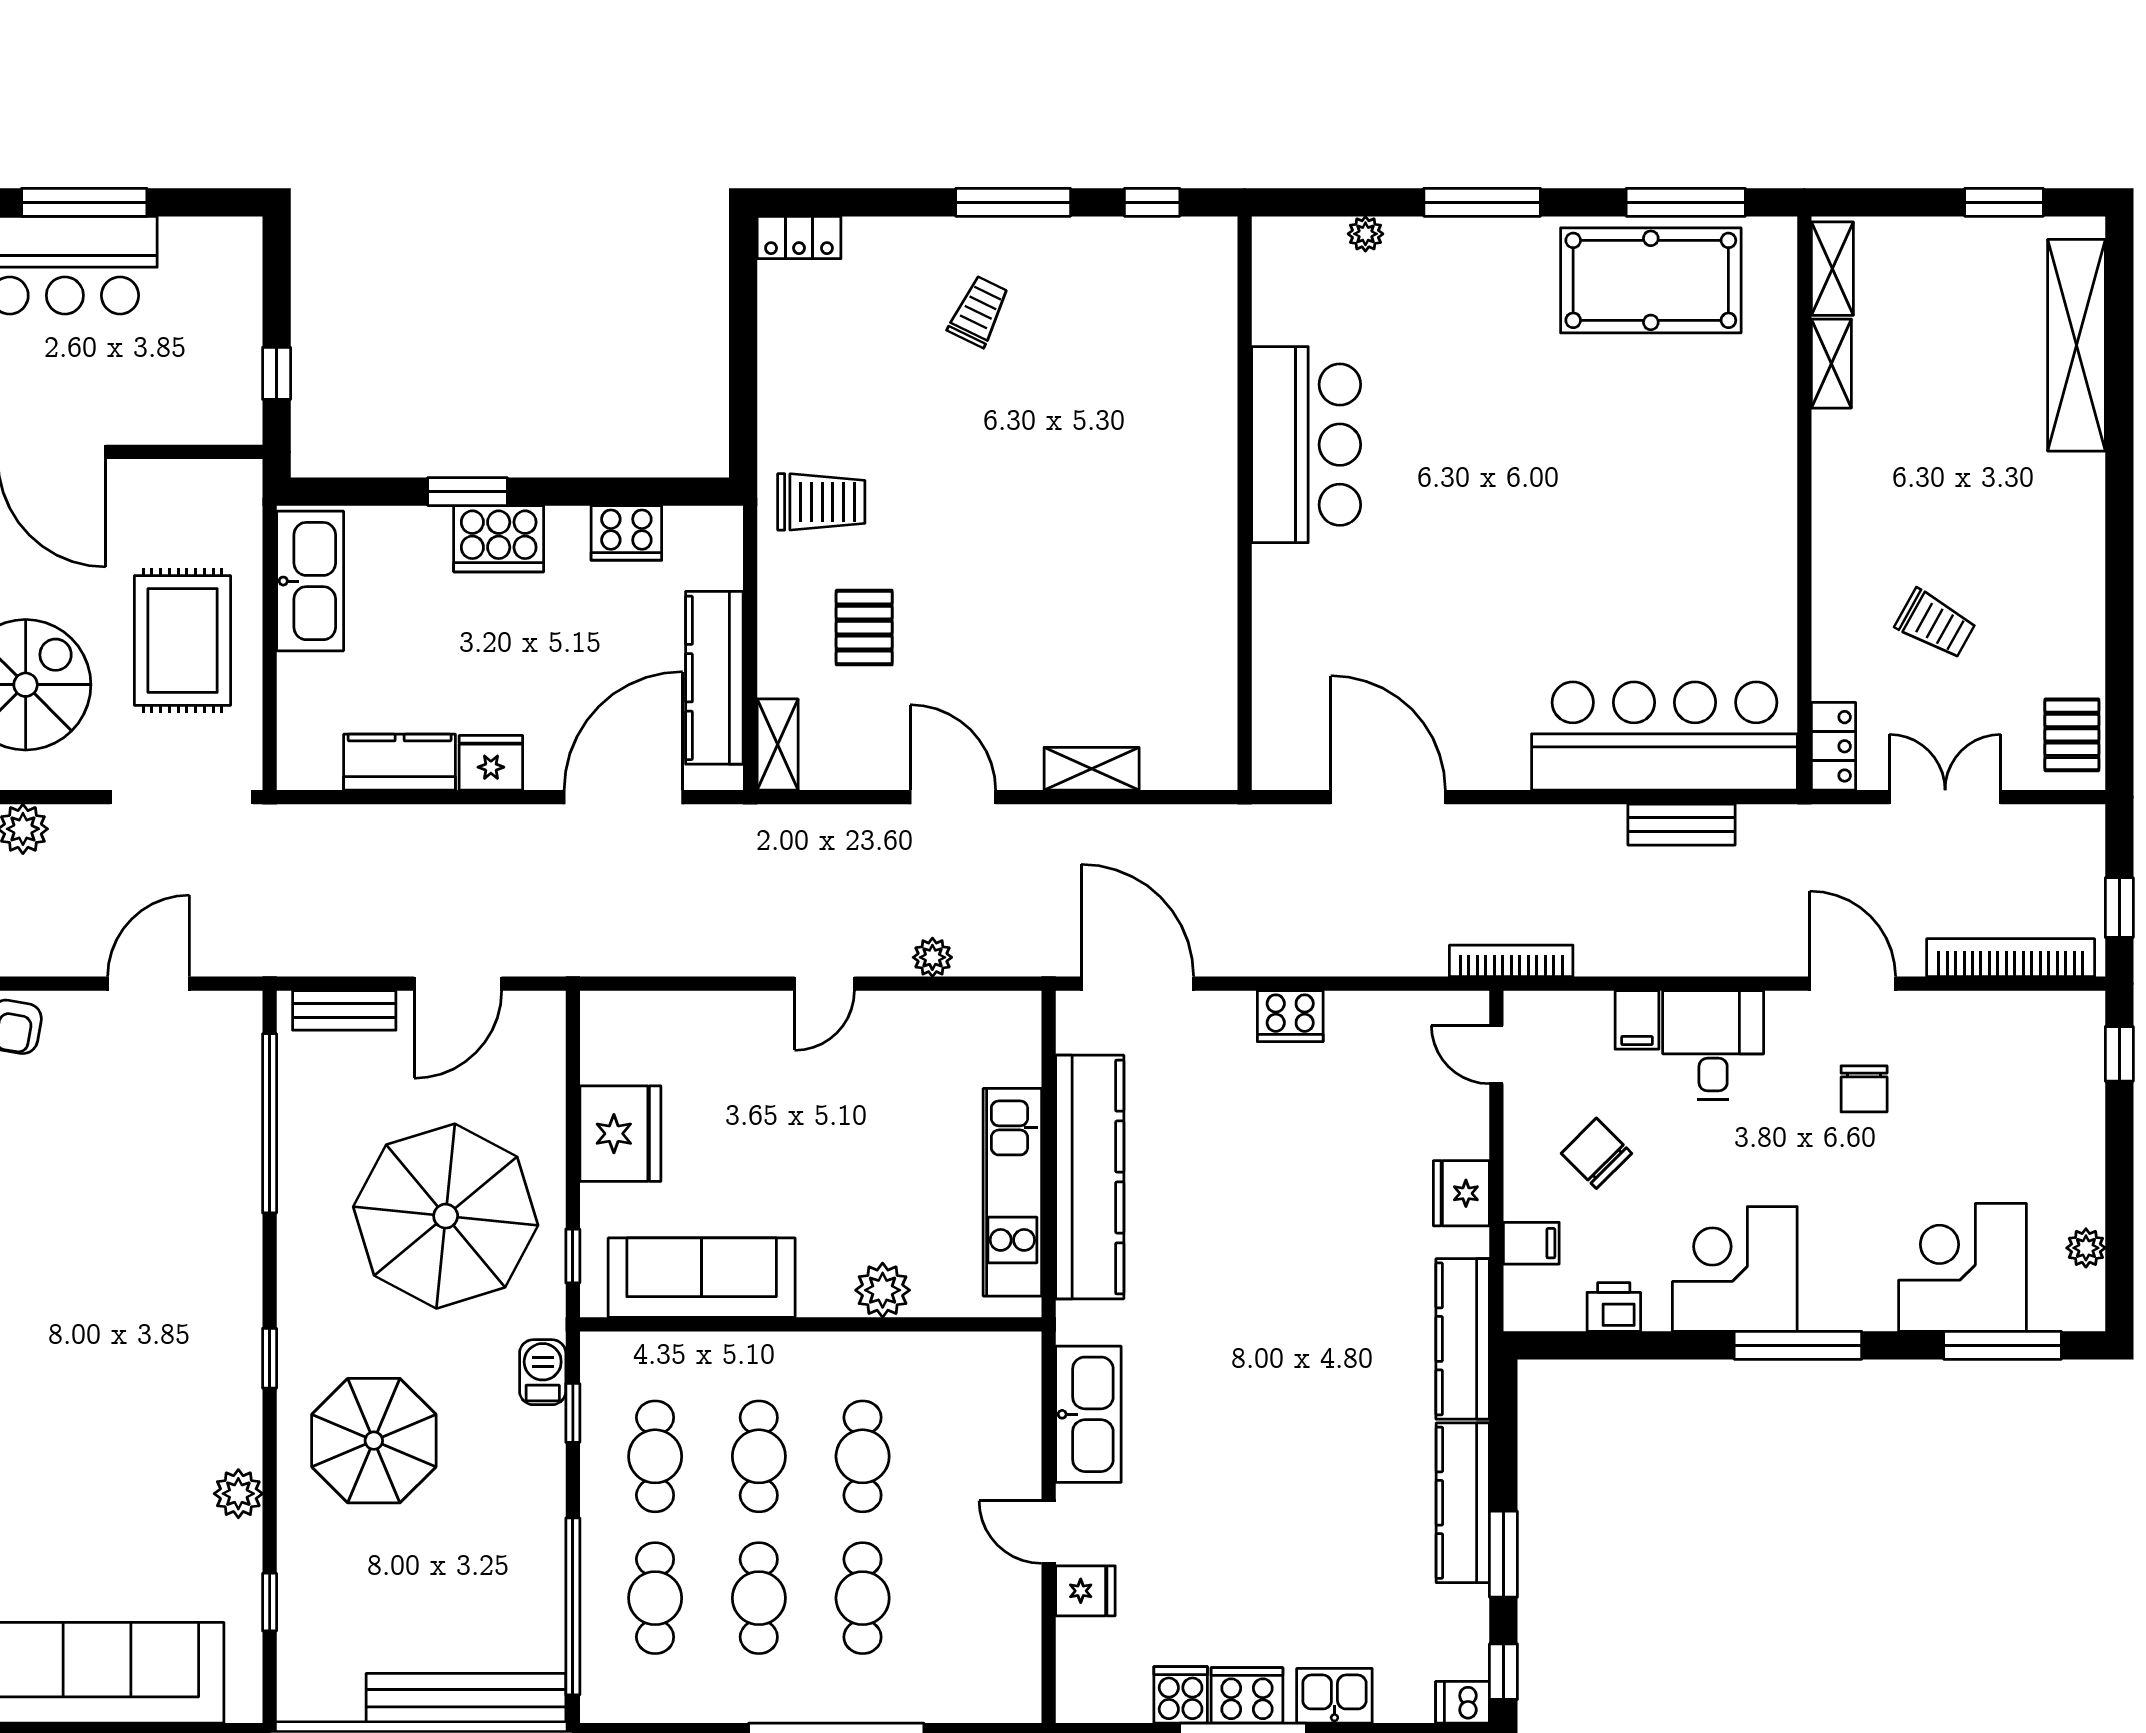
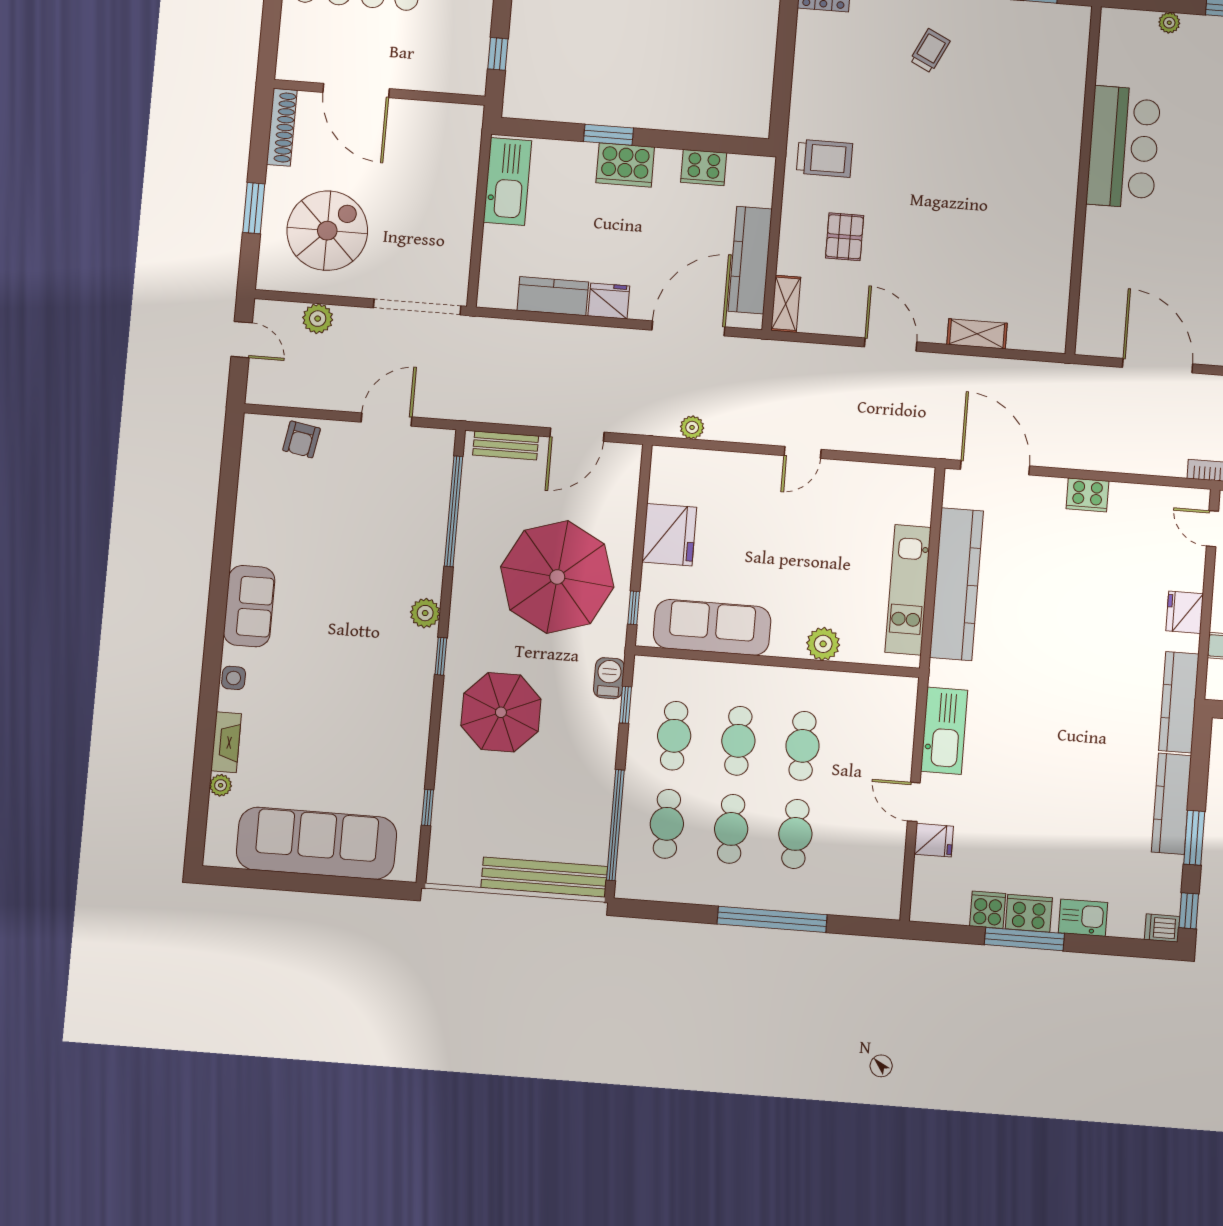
rug: (183, 641) -> (426, 211), removed
plant: (932, 957) -> (692, 427), moved
plant: (238, 1494) -> (425, 613), moved

